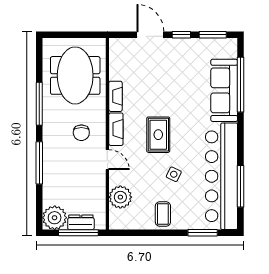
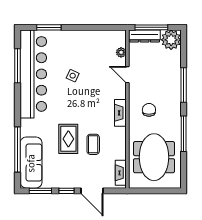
sofa: (224, 90) -> (31, 163), moved
fireplace: (116, 96) -> (121, 173), moved
rug: (158, 135) -> (68, 139), moved
door: (107, 160) -> (127, 75), moved
plant: (120, 197) -> (121, 52), width x0.53, depth x0.53
coffee table: (163, 214) -> (93, 144), moved
dresser: (81, 222) -> (145, 36), width x1.44

